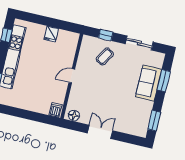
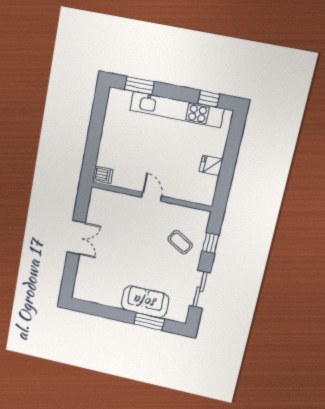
floor lamp: (74, 116) -> (97, 201), removed
window: (154, 121) -> (95, 309), removed

